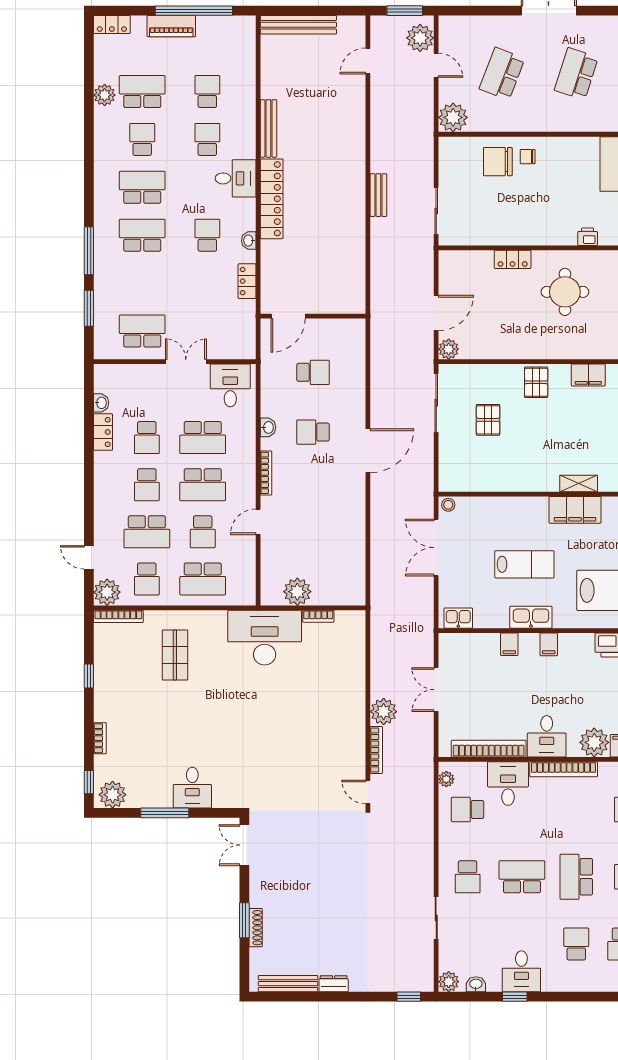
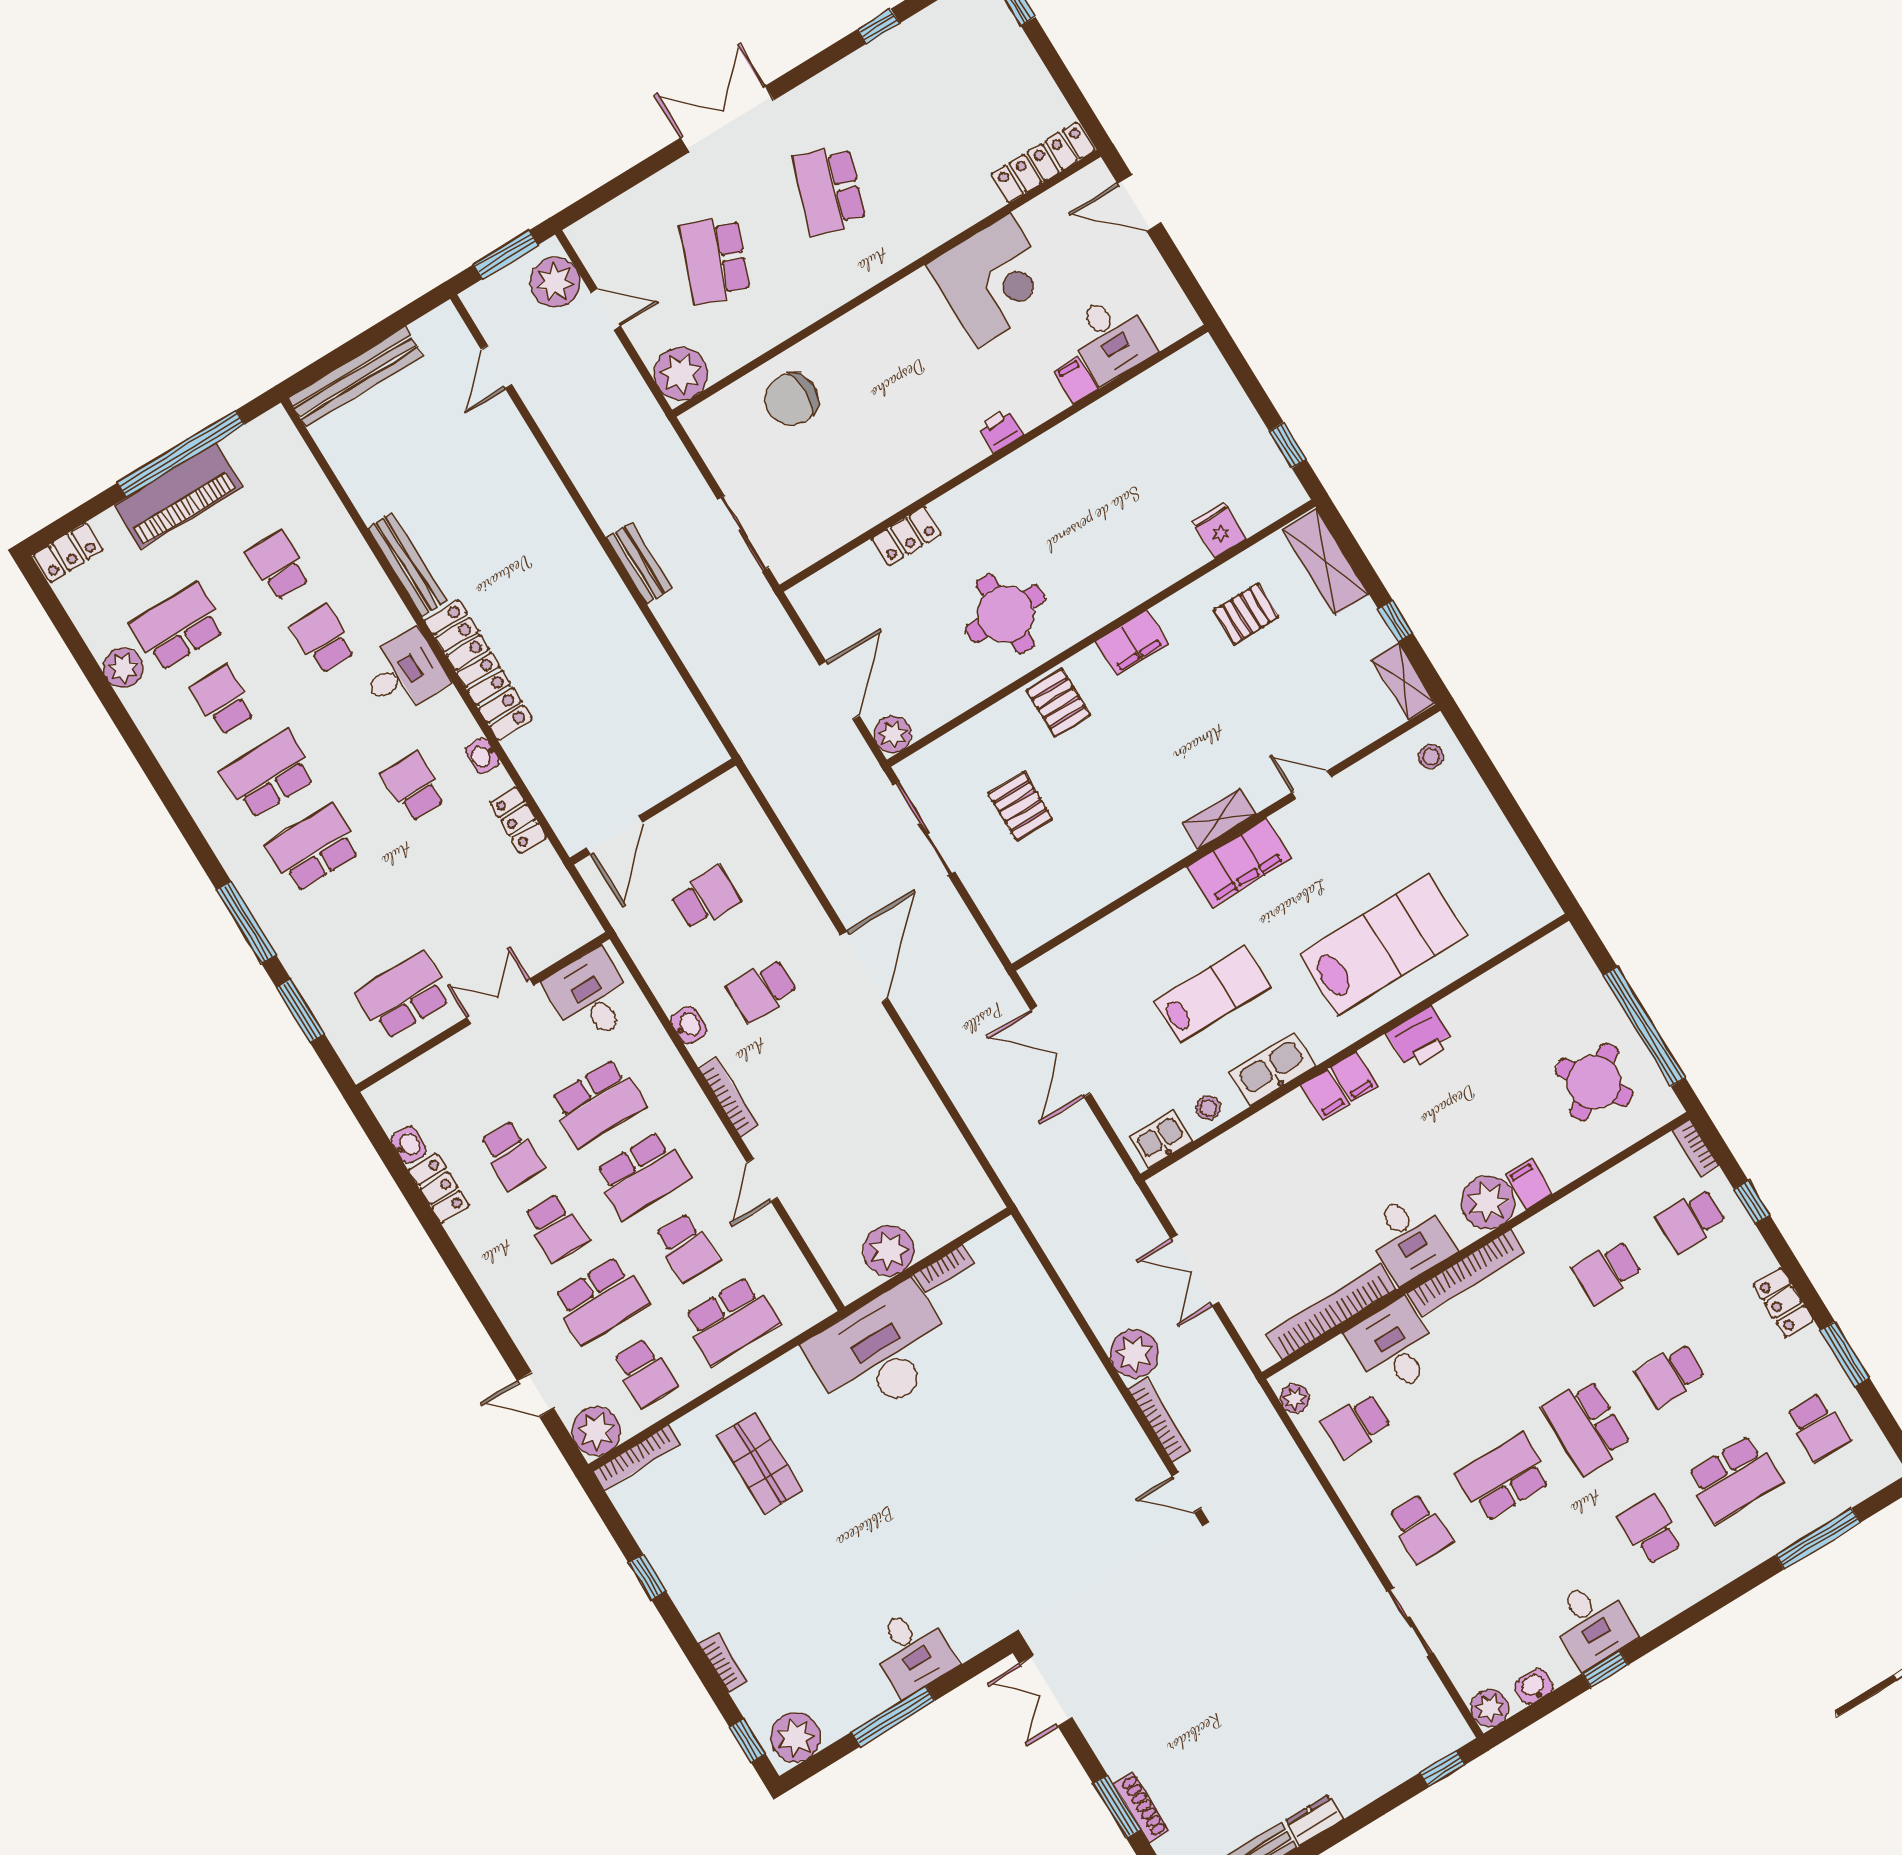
piano: (171, 26) -> (178, 496), width x1.37, depth x1.33
chair: (528, 157) -> (833, 364), removed
round table: (565, 292) -> (1005, 614), moved
stool: (448, 505) -> (1208, 1108), moved
filing cabinet: (509, 644) -> (1354, 1077), moved

